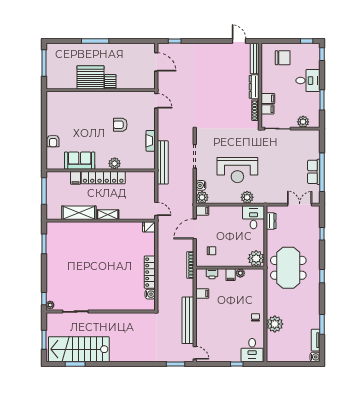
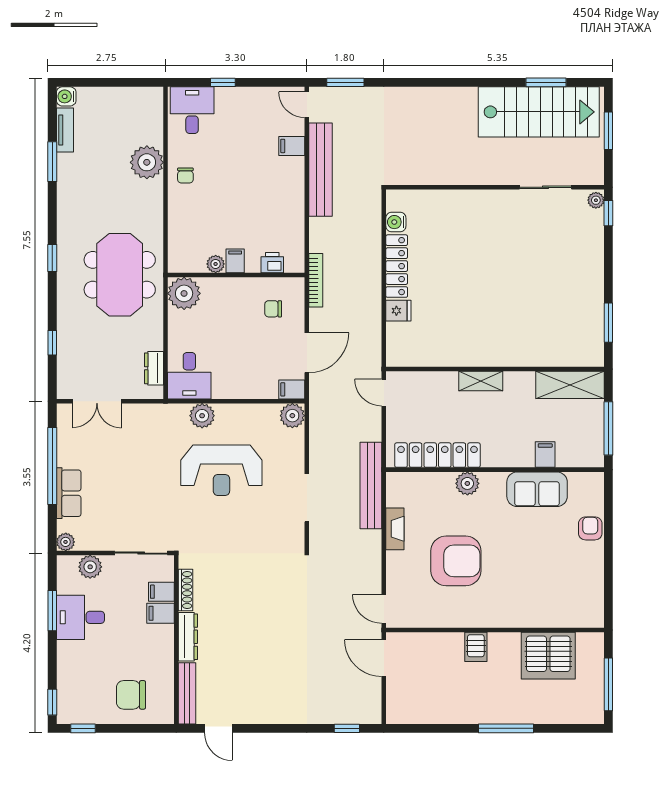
door: (156, 62) -> (384, 658), moved
server rack: (90, 77) -> (548, 656), moved
desk: (308, 81) -> (80, 617), moved
armchair: (120, 125) -> (456, 561), width x1.88, depth x1.88
plant: (315, 134) -> (66, 542), added
reception desk: (237, 170) -> (221, 470), turned 180
row of seats: (314, 172) -> (69, 493), moved
locker: (103, 178) -> (437, 455), moved
water cooler: (201, 185) -> (295, 440), removed
shelving: (79, 213) -> (570, 385), moved
fridge: (149, 227) -> (398, 311), moved
filing cabinet: (202, 294) -> (292, 146), moved

